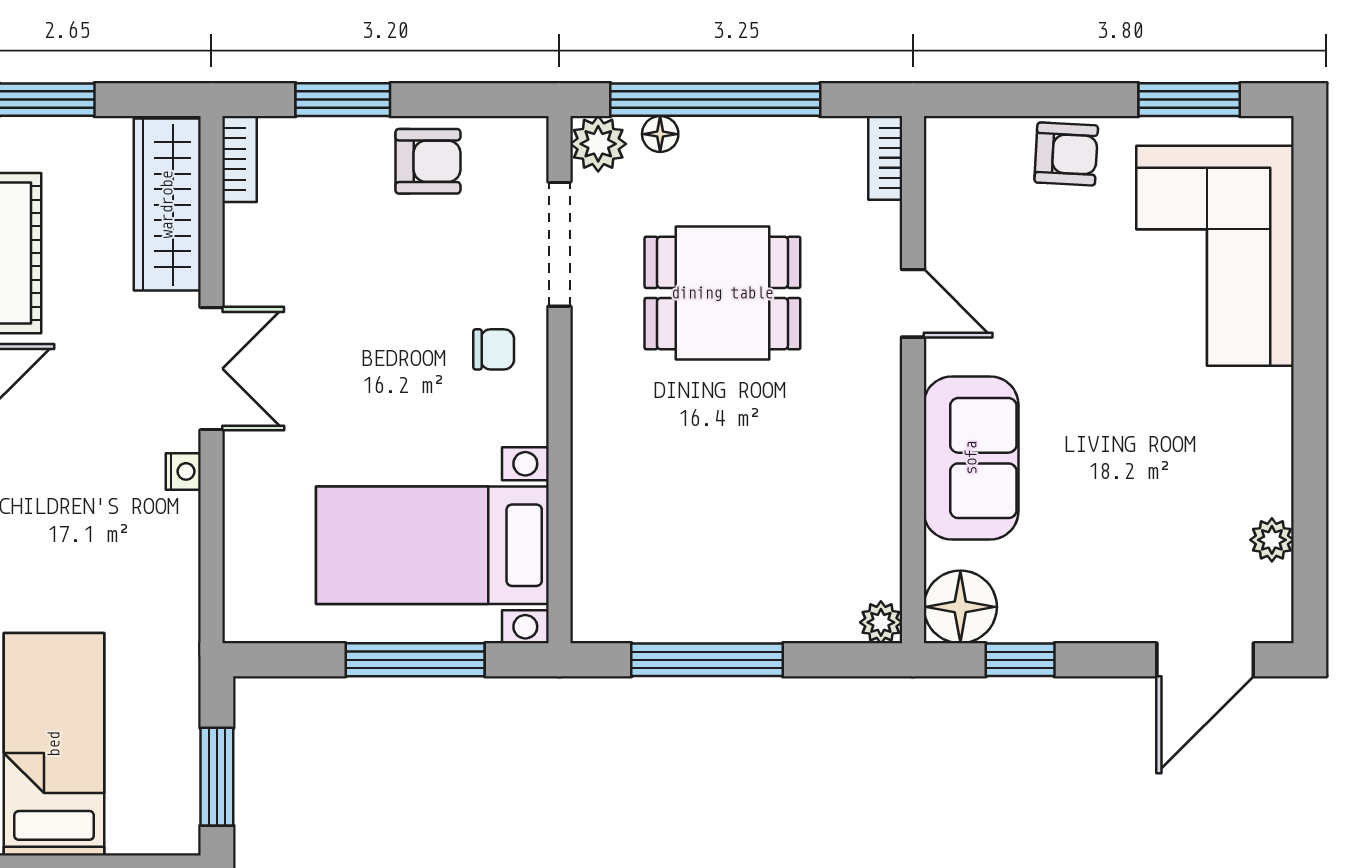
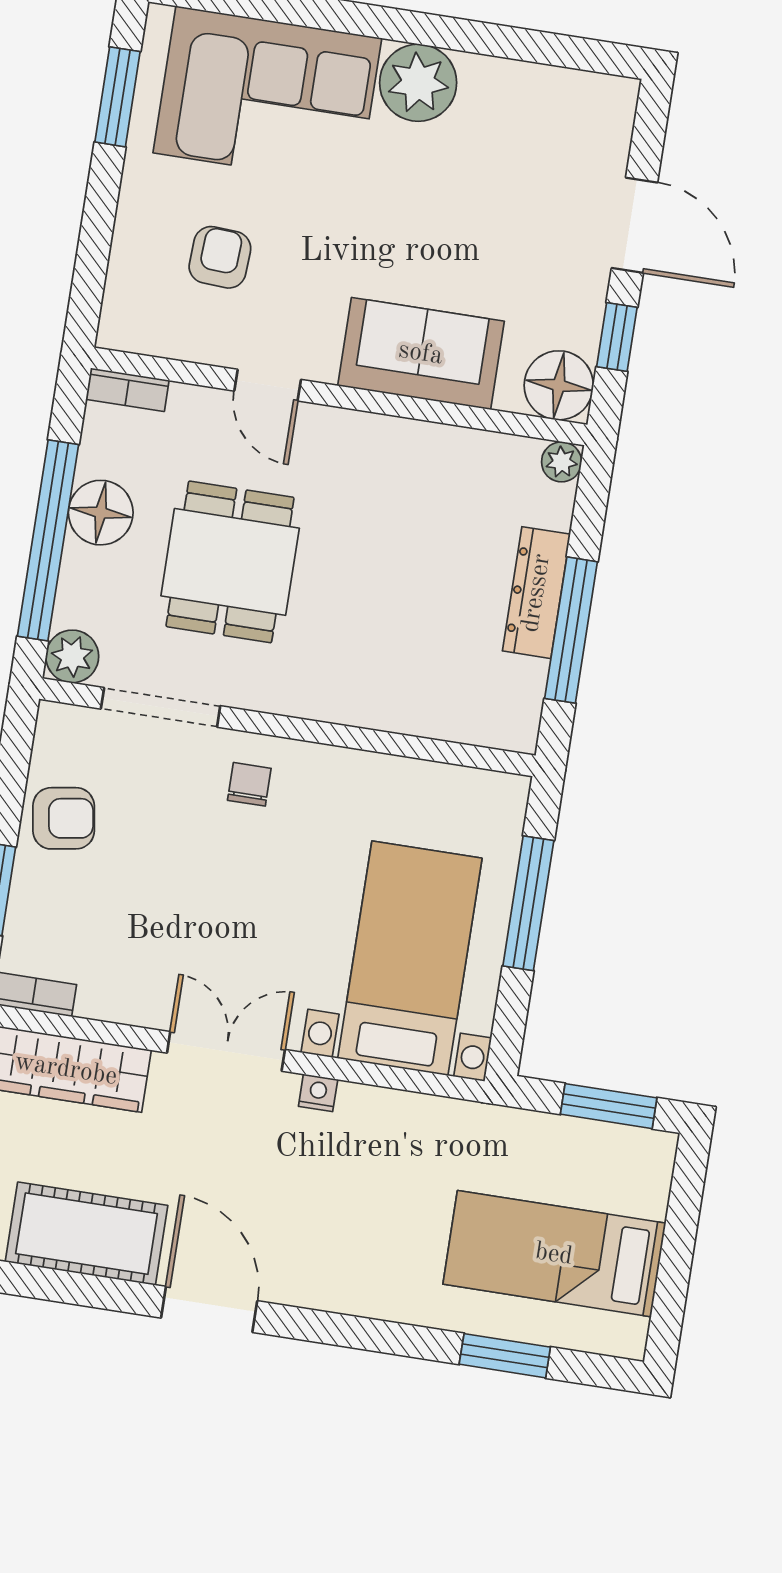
floor lamp: (660, 134) -> (101, 513), moved, width x1.89, depth x1.89
armchair: (1066, 154) -> (220, 257), moved
armchair: (428, 161) -> (64, 818), turned 81
door: (913, 303) -> (268, 385), swing flipped
plant: (1272, 540) -> (418, 83), moved, width x1.88, depth x1.88
bed with nightstands: (432, 545) -> (410, 958), moved, turned 180
dresser: (741, 617) -> (536, 593), added
door: (1205, 660) -> (634, 225), moved

